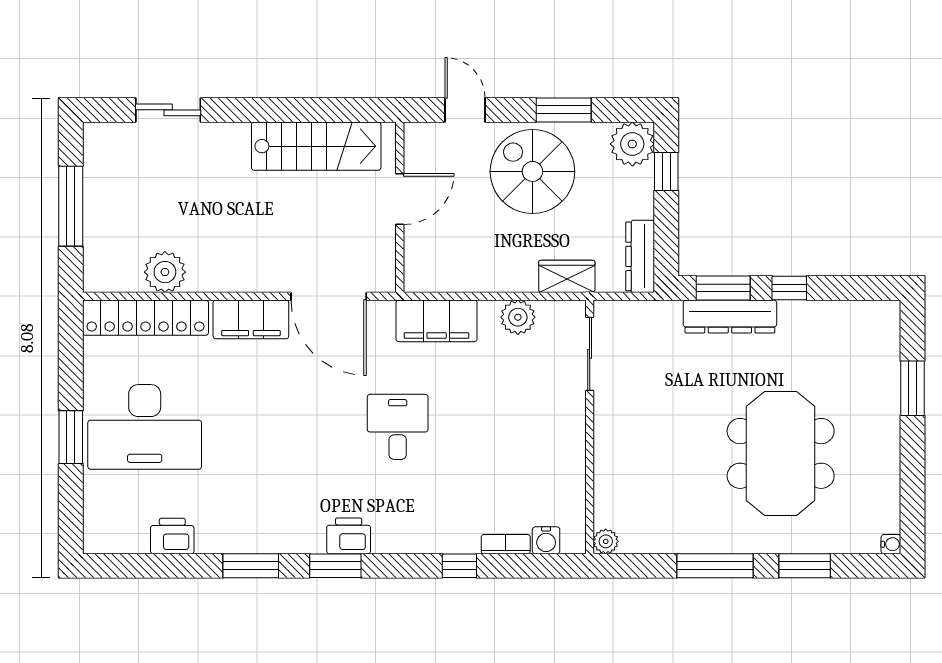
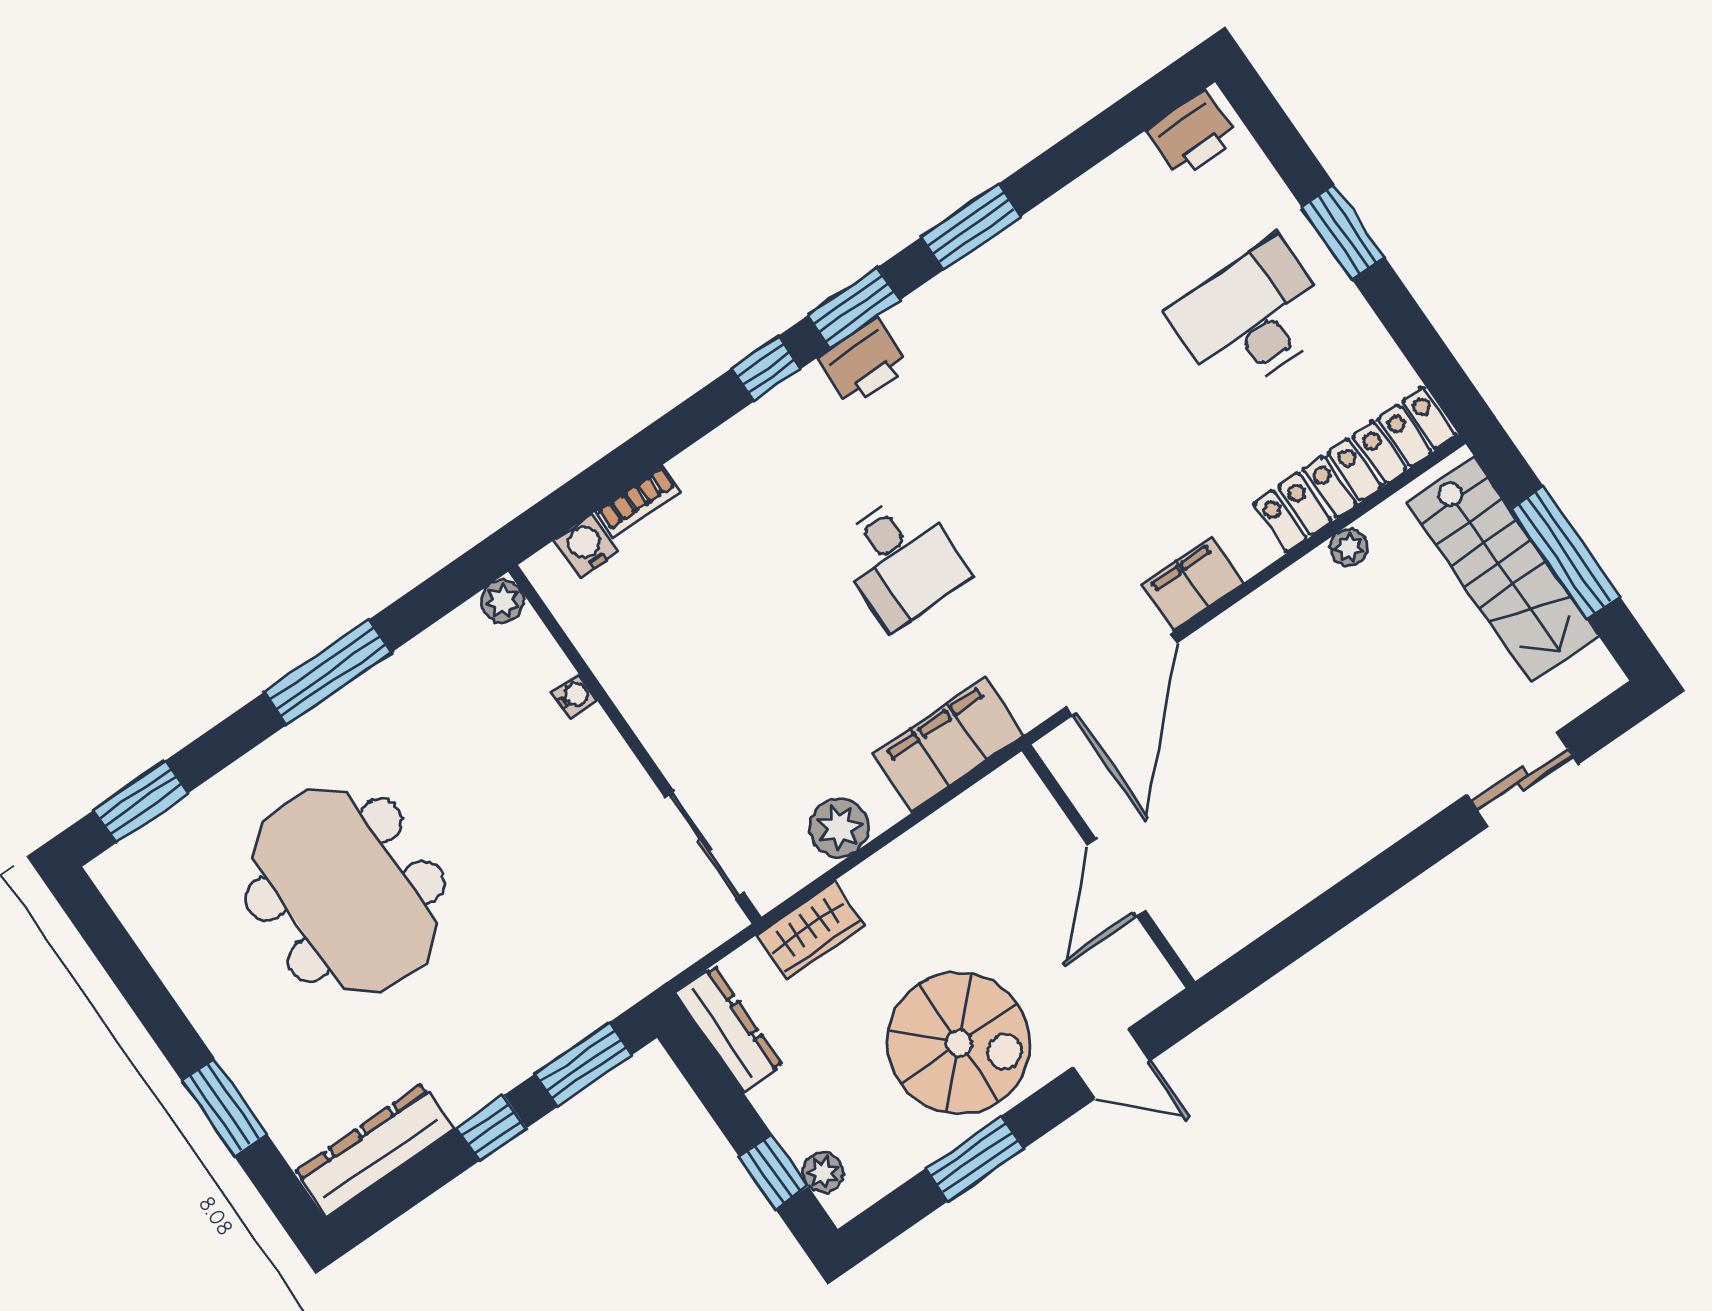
plant: (632, 144) -> (823, 1173), width x0.53, depth x0.53
stairs: (316, 146) -> (1502, 569), moved, turned -90
plant: (165, 272) -> (1349, 547), width x0.53, depth x0.53
door: (329, 296) -> (1122, 675), swing flipped
dresser: (730, 316) -> (374, 1151), moved
filing cabinet: (251, 319) -> (1192, 584), width x0.67, depth x0.86
desk: (145, 427) -> (1251, 317), width x0.73, depth x0.77
printer: (172, 536) -> (1192, 135), moved
water cooler: (891, 544) -> (574, 696), moved, turned 180
window: (459, 566) -> (767, 368), moved
window: (805, 566) -> (141, 802), moved

